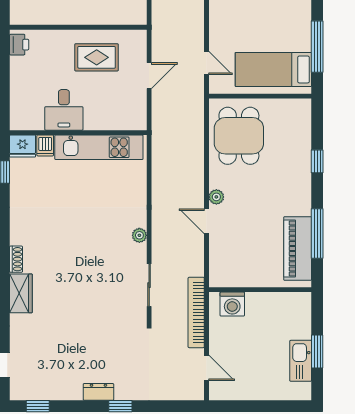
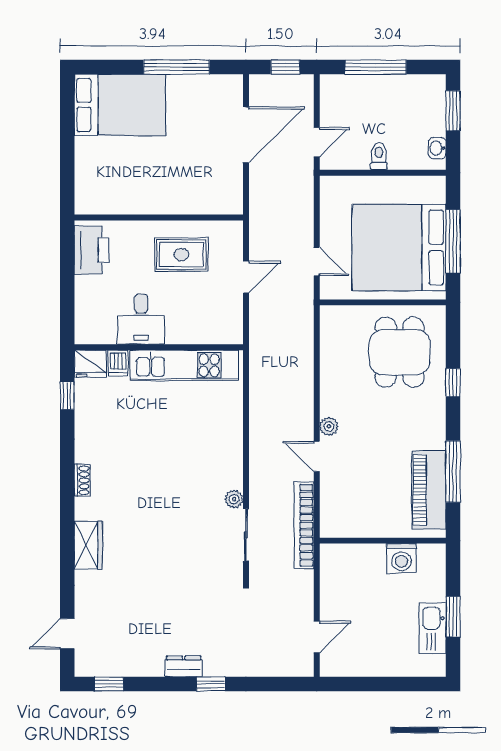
printer: (19, 45) -> (91, 250), width x1.87, depth x1.48
bed: (273, 69) -> (399, 247), width x2.04
dining table: (239, 136) -> (400, 352), moved
plant: (139, 235) -> (234, 499), moved
shoe rack: (16, 259) -> (82, 480), moved
washing machine: (232, 304) -> (402, 558), moved
bookcase: (196, 312) -> (304, 525), moved
door: (207, 368) -> (317, 637), hinge flipped

